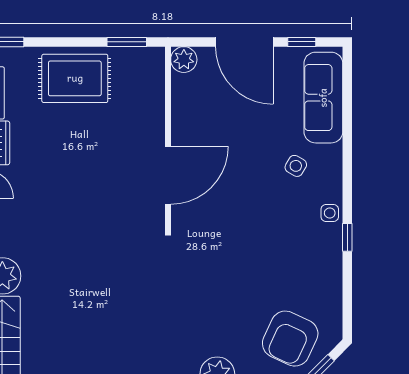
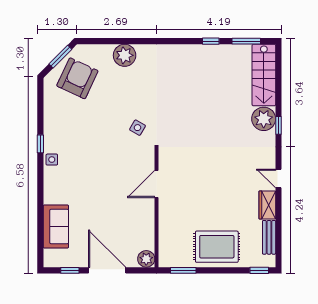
sofa: (323, 98) -> (56, 226), width x0.73
side table: (296, 166) -> (138, 128), moved
door: (168, 175) -> (156, 184), width x0.73

